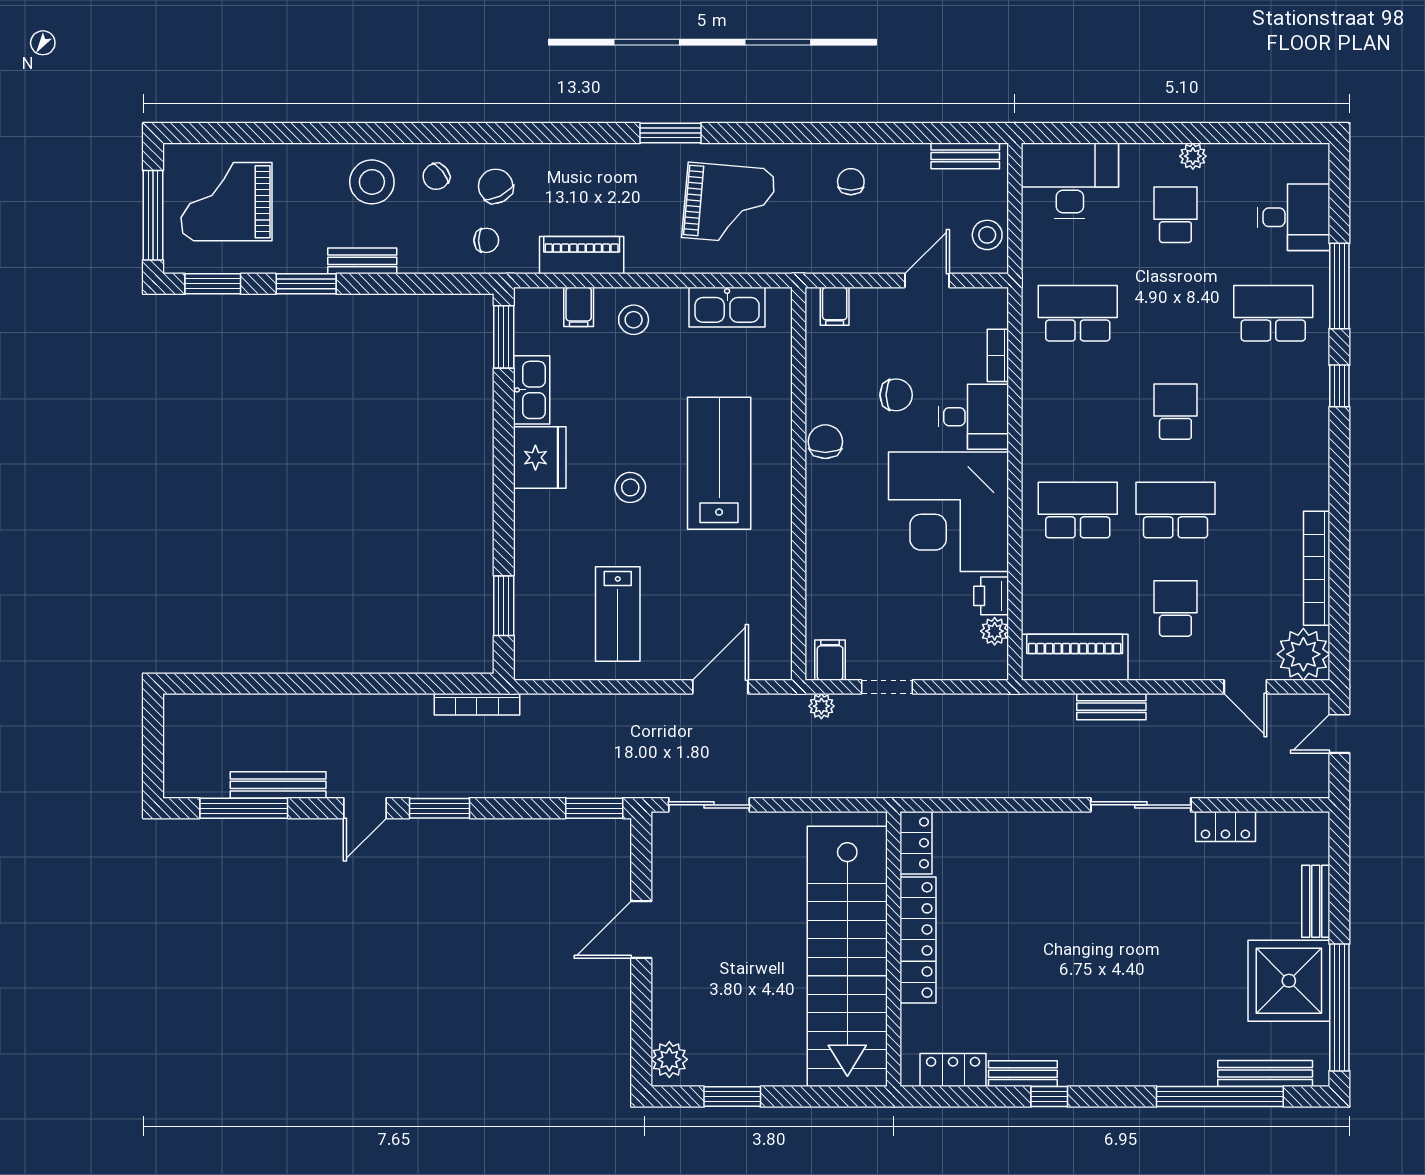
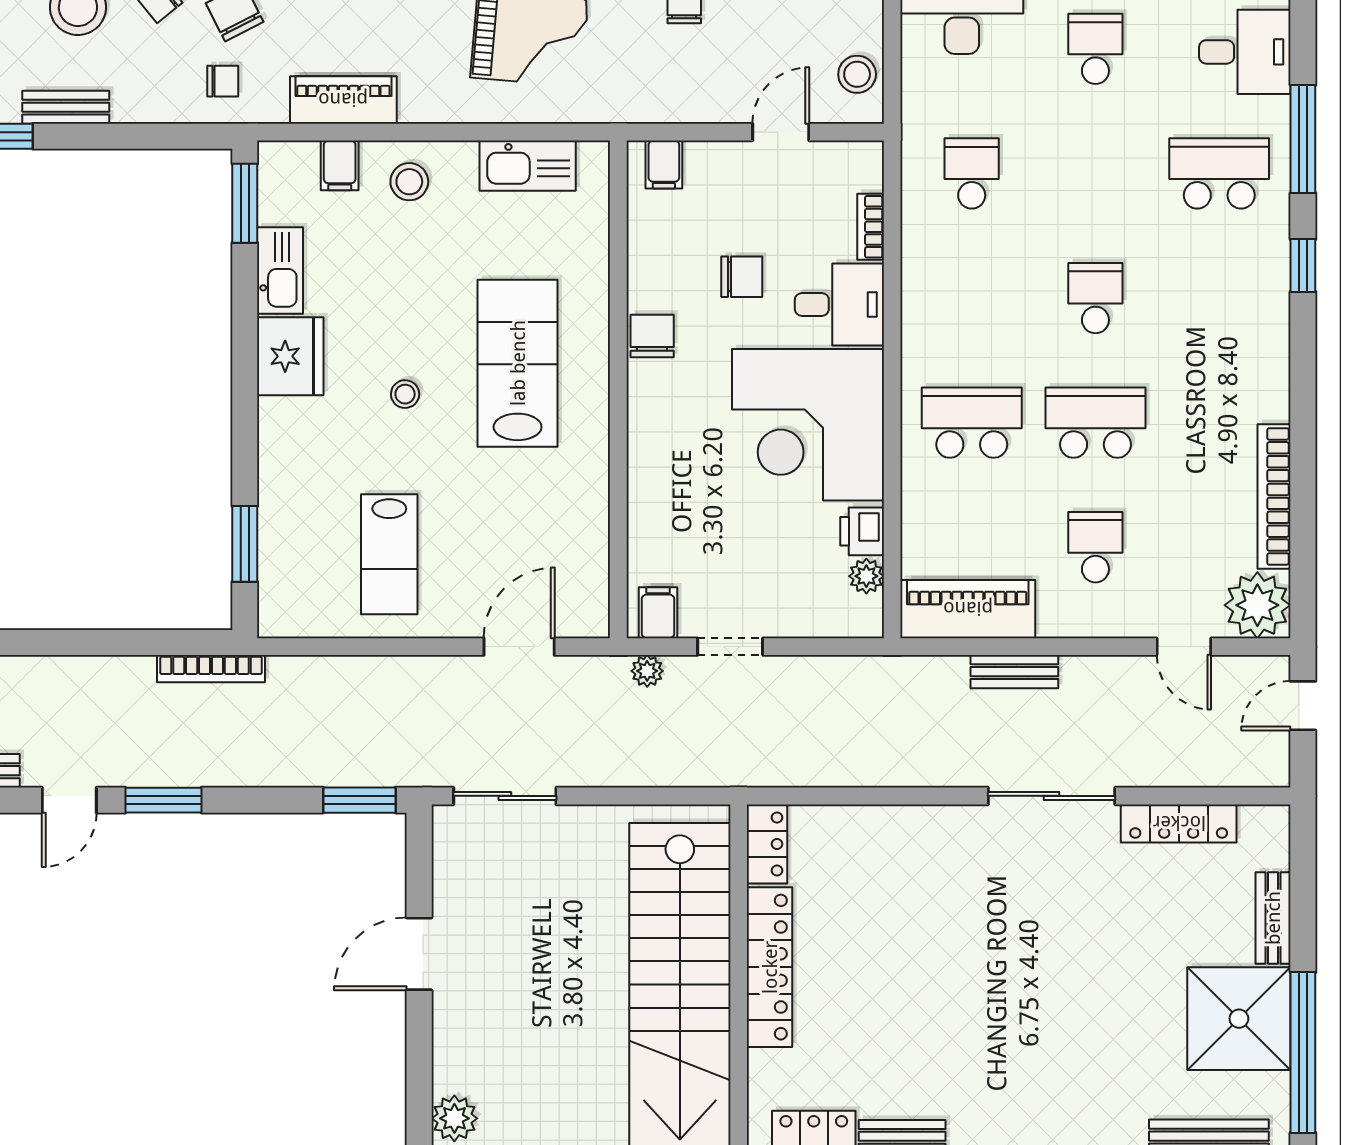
school desk: (1078, 313) -> (972, 173), width x0.54
stool: (630, 487) -> (405, 394), width x0.73, depth x0.73
locker: (1225, 827) -> (1179, 823), width x1.53

